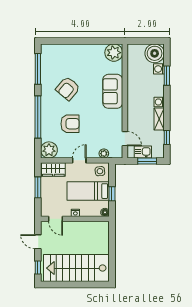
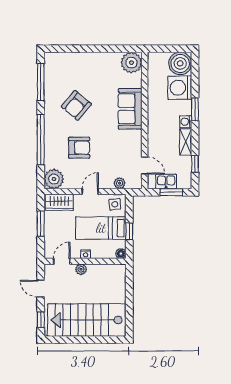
washing machine: (159, 69) -> (180, 88), width x1.89, depth x1.89
window: (167, 76) -> (195, 109), moved
door: (56, 219) -> (62, 261), swing flipped
plant: (72, 226) -> (81, 269), added

